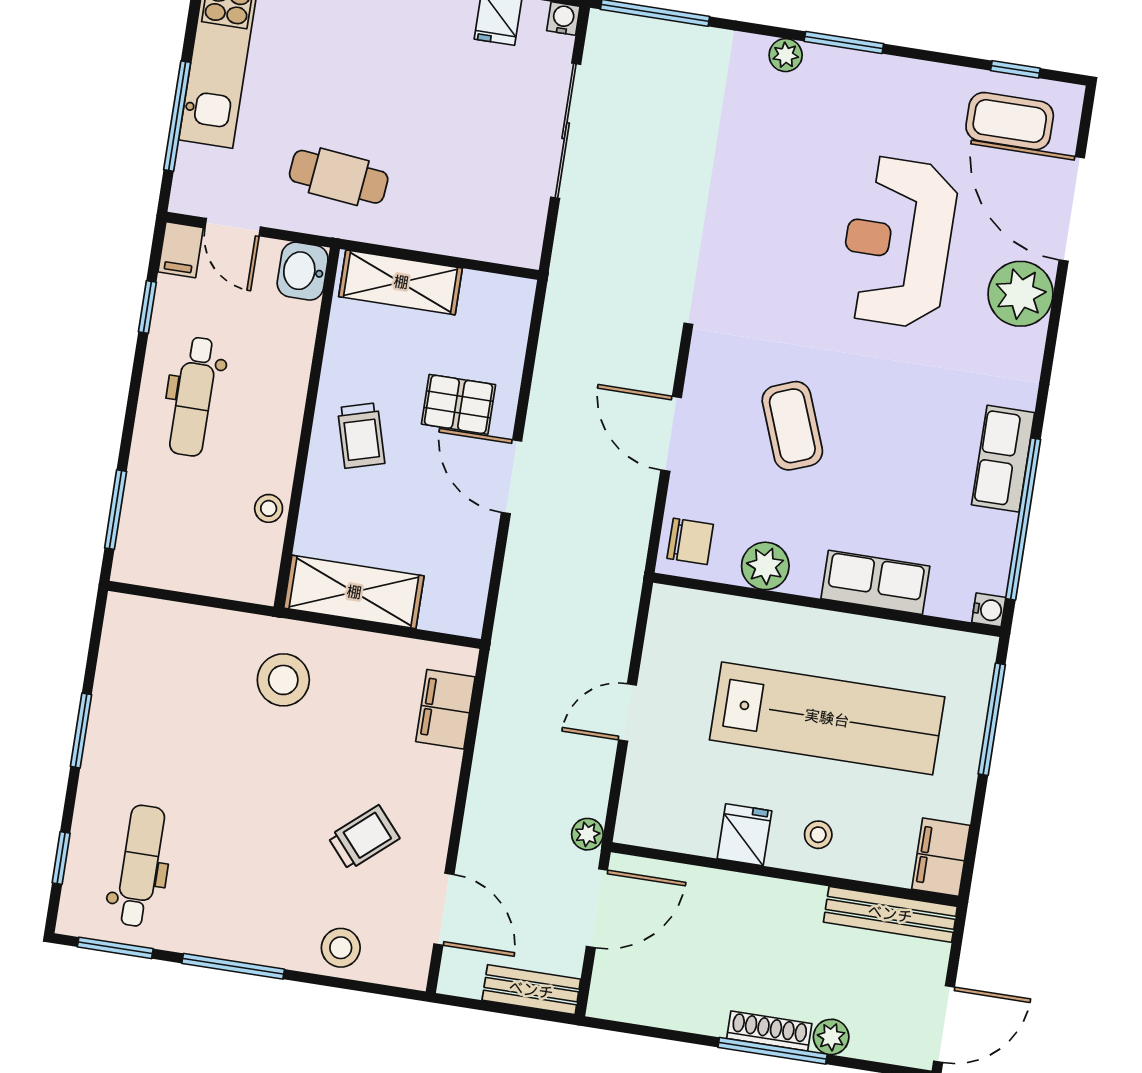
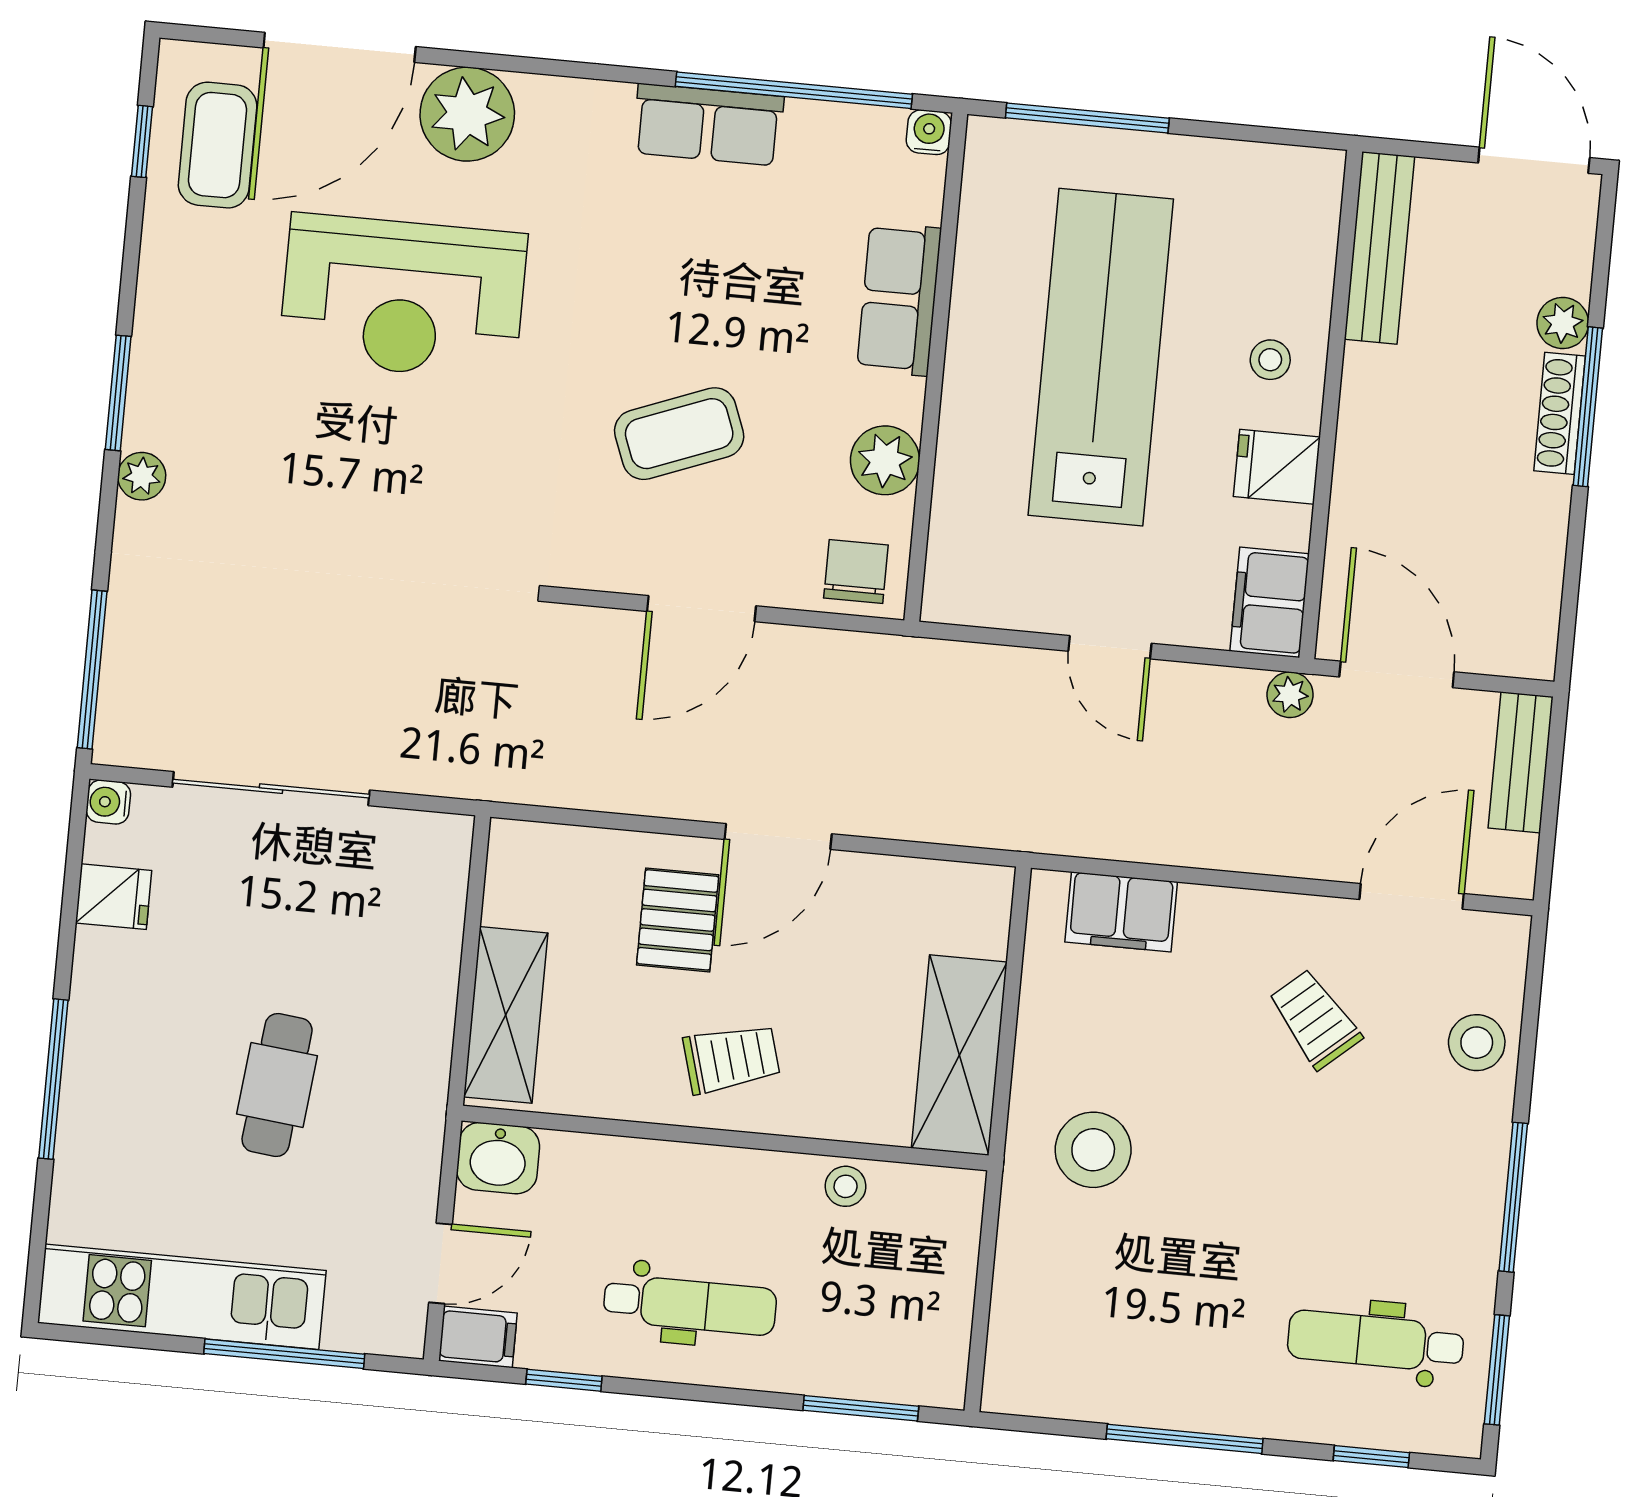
cafe table: (339, 177) -> (277, 1085), moved
window: (81, 731) -> (1185, 1439), width x1.44
filing cabinet: (941, 857) -> (1270, 602), moved, turned 90

